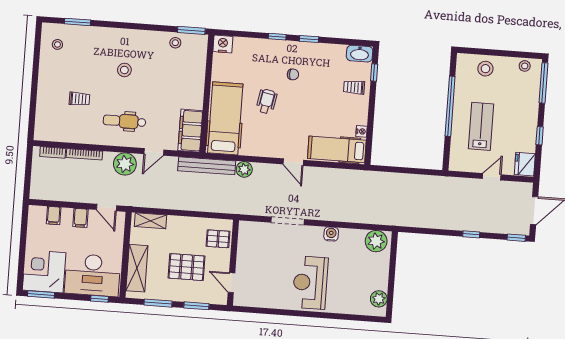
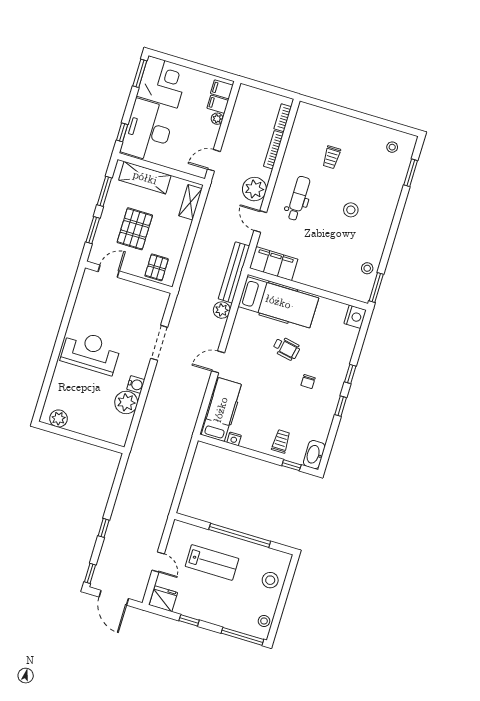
plant: (67, 213) -> (217, 119), added
filing cabinet: (80, 218) -> (222, 89), moved
plant: (376, 241) -> (126, 402), moved

